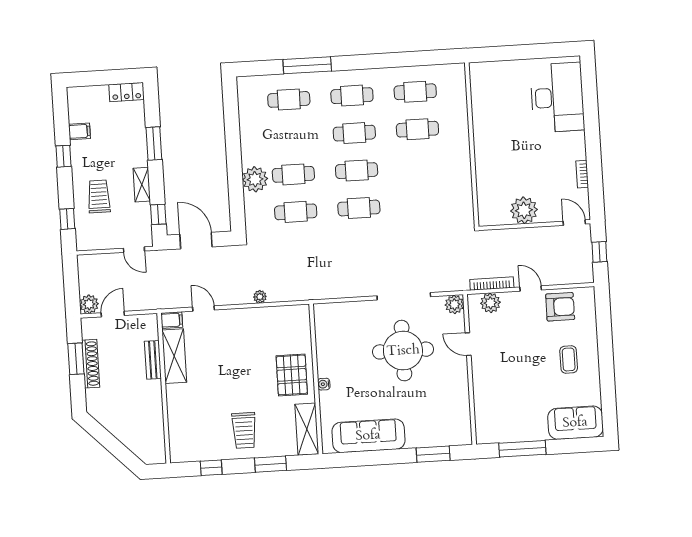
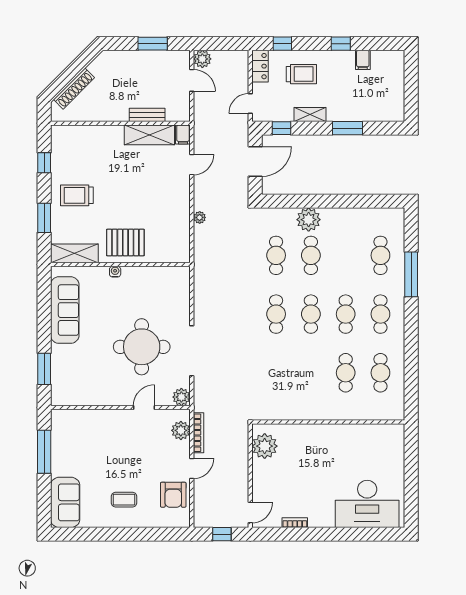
locker: (127, 92) -> (260, 66), moved, turned 180
plant: (524, 210) -> (265, 446), moved
shoe rack: (91, 364) -> (74, 89), moved, turned -45

